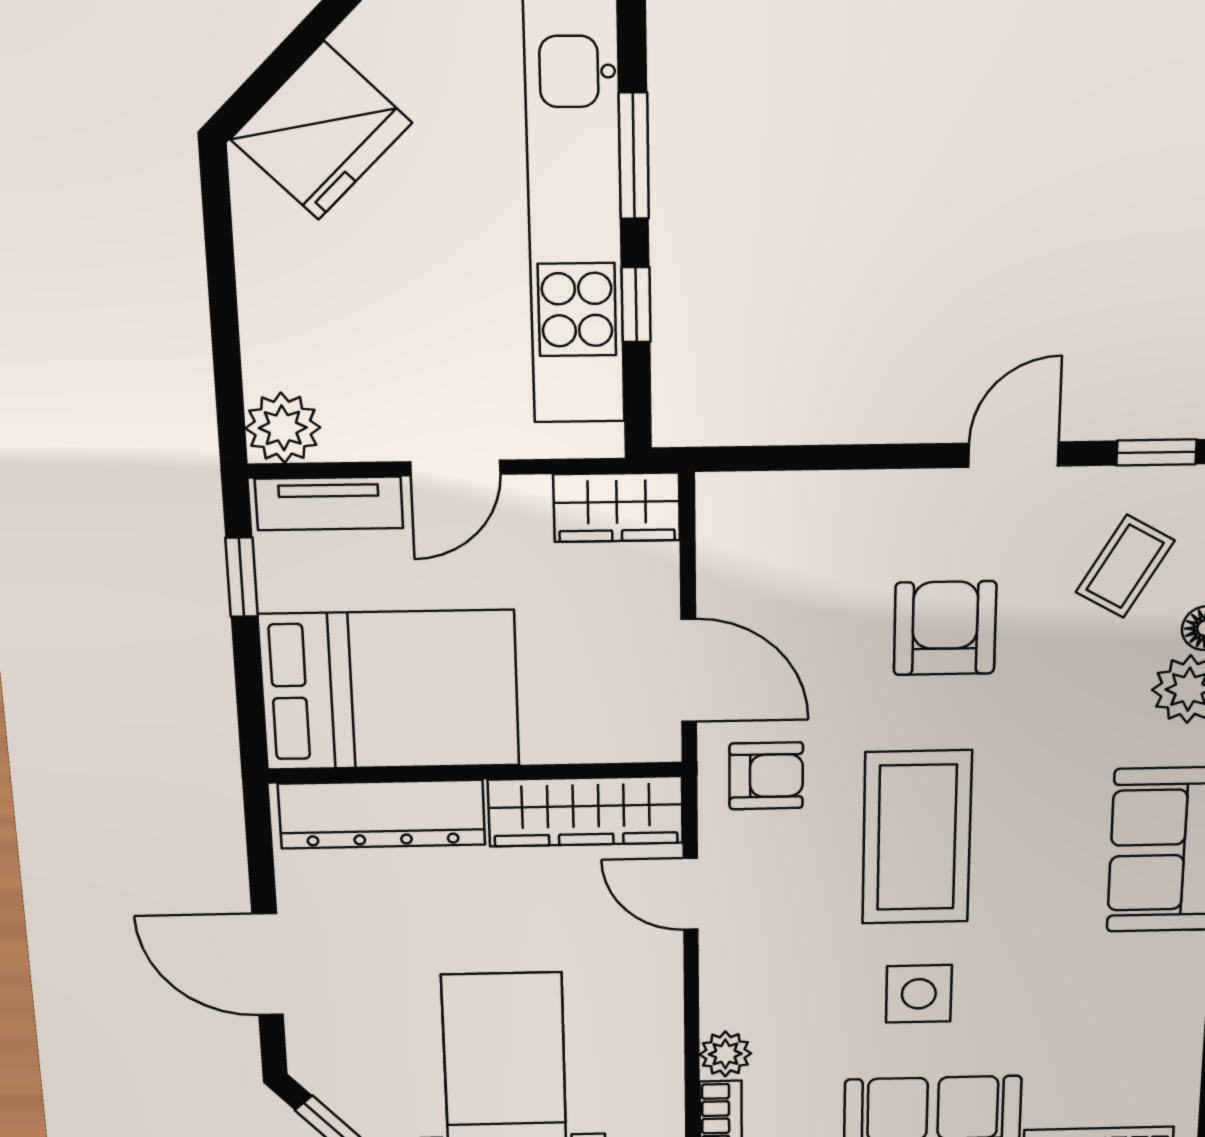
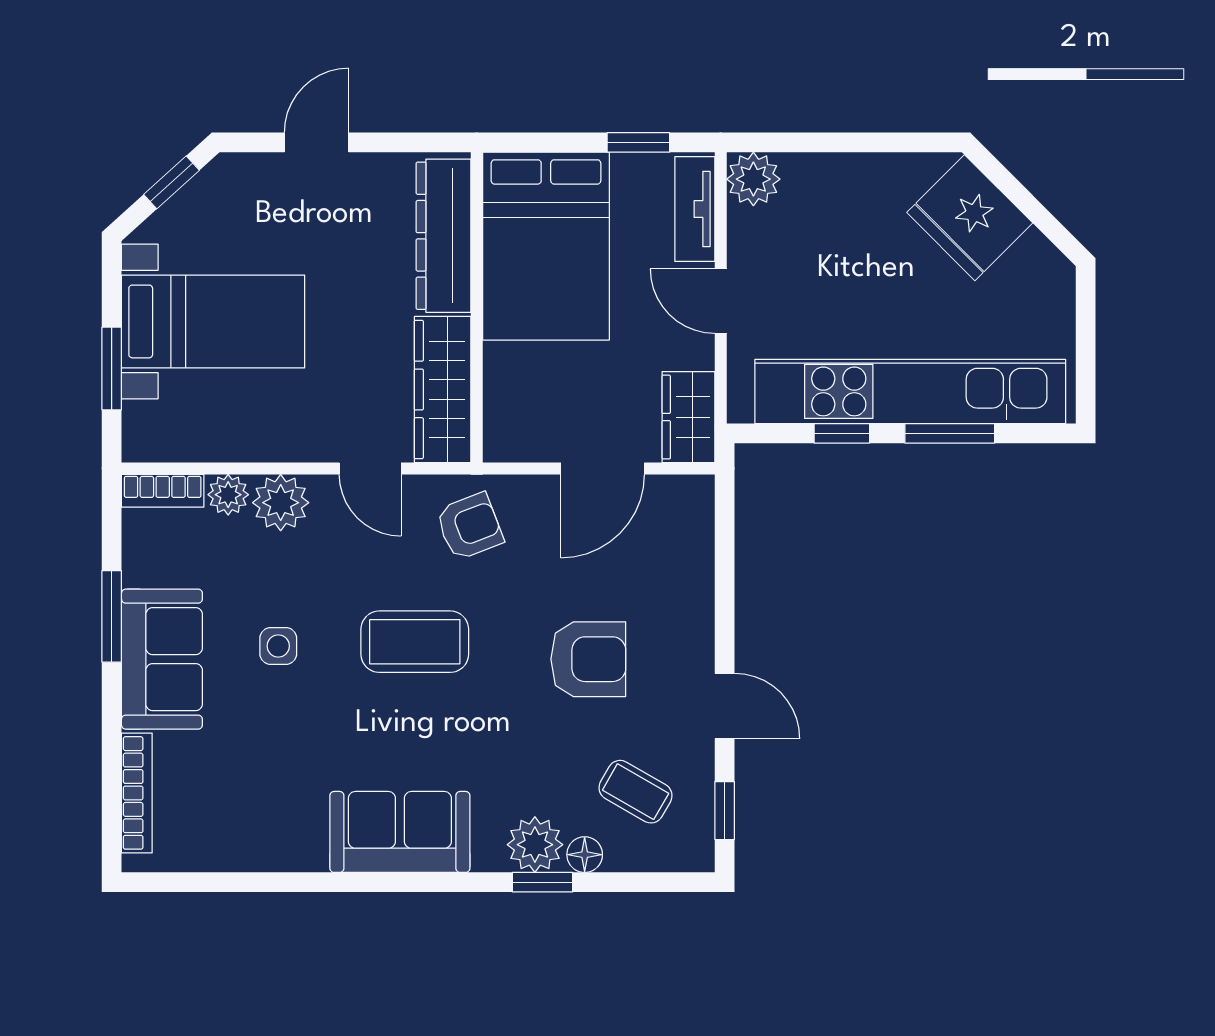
door: (689, 670) -> (603, 468), moved
armchair: (766, 776) -> (470, 526), turned -111
coffee table: (917, 838) -> (415, 642), width x0.73, depth x0.76
door: (691, 894) -> (370, 468), swing flipped
door: (268, 965) -> (317, 142), width x0.73
side table: (919, 994) -> (278, 646), width x0.73, depth x0.73
plant: (735, 995) -> (281, 503), added

